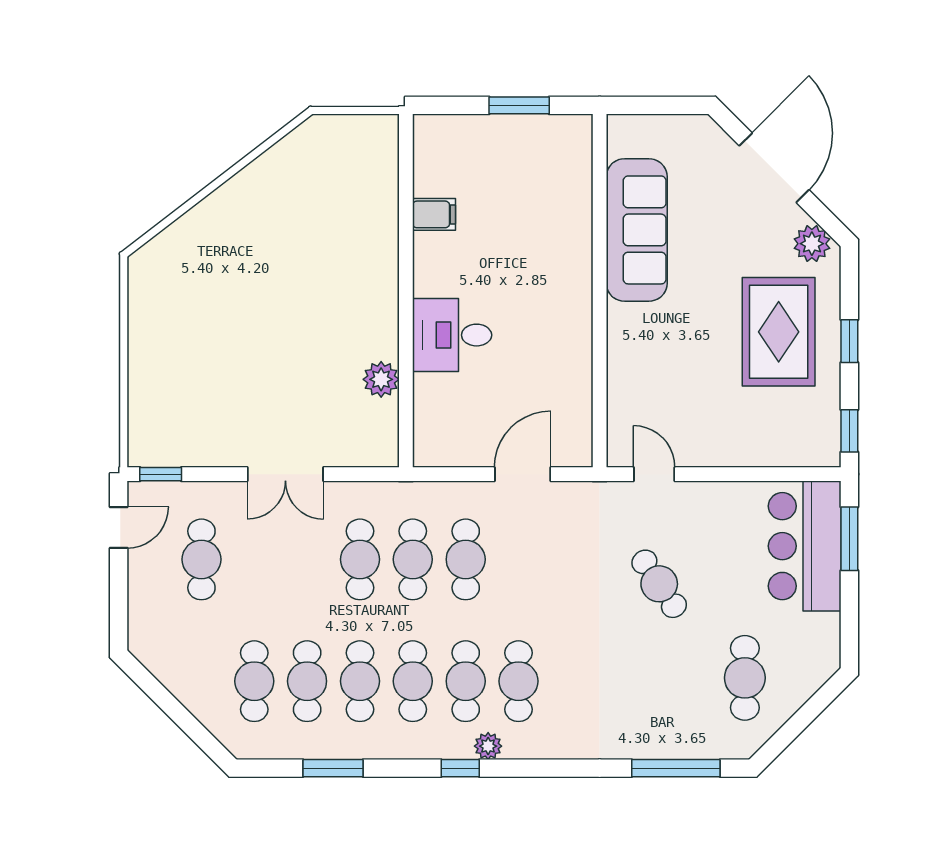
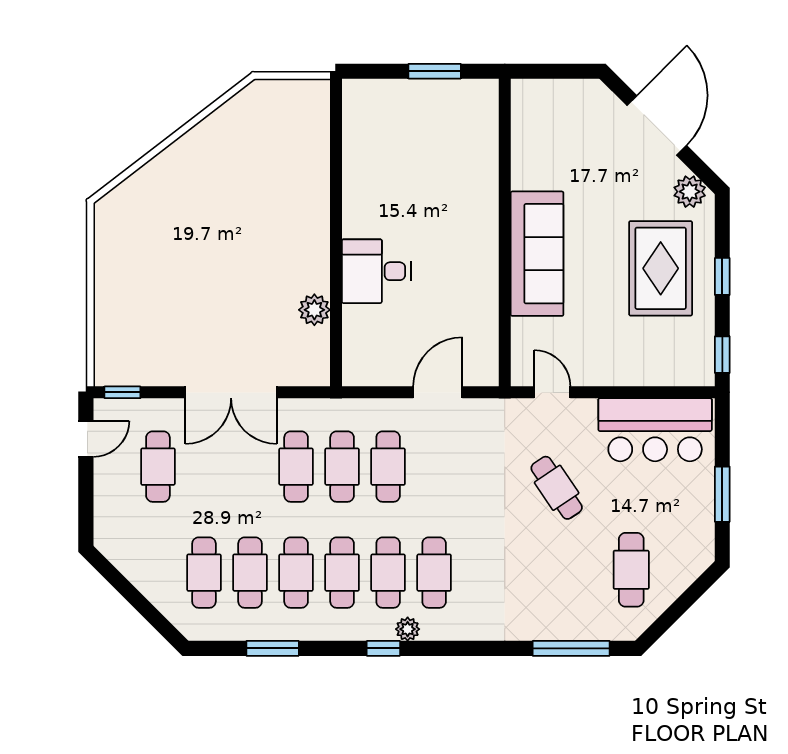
filing cabinet: (434, 214) -> (361, 166), removed
sofa: (637, 230) -> (537, 254), moved
double door: (285, 474) -> (231, 392), width x1.37
window: (849, 539) -> (722, 494), moved
bar counter: (805, 546) -> (655, 430), moved, turned -90

